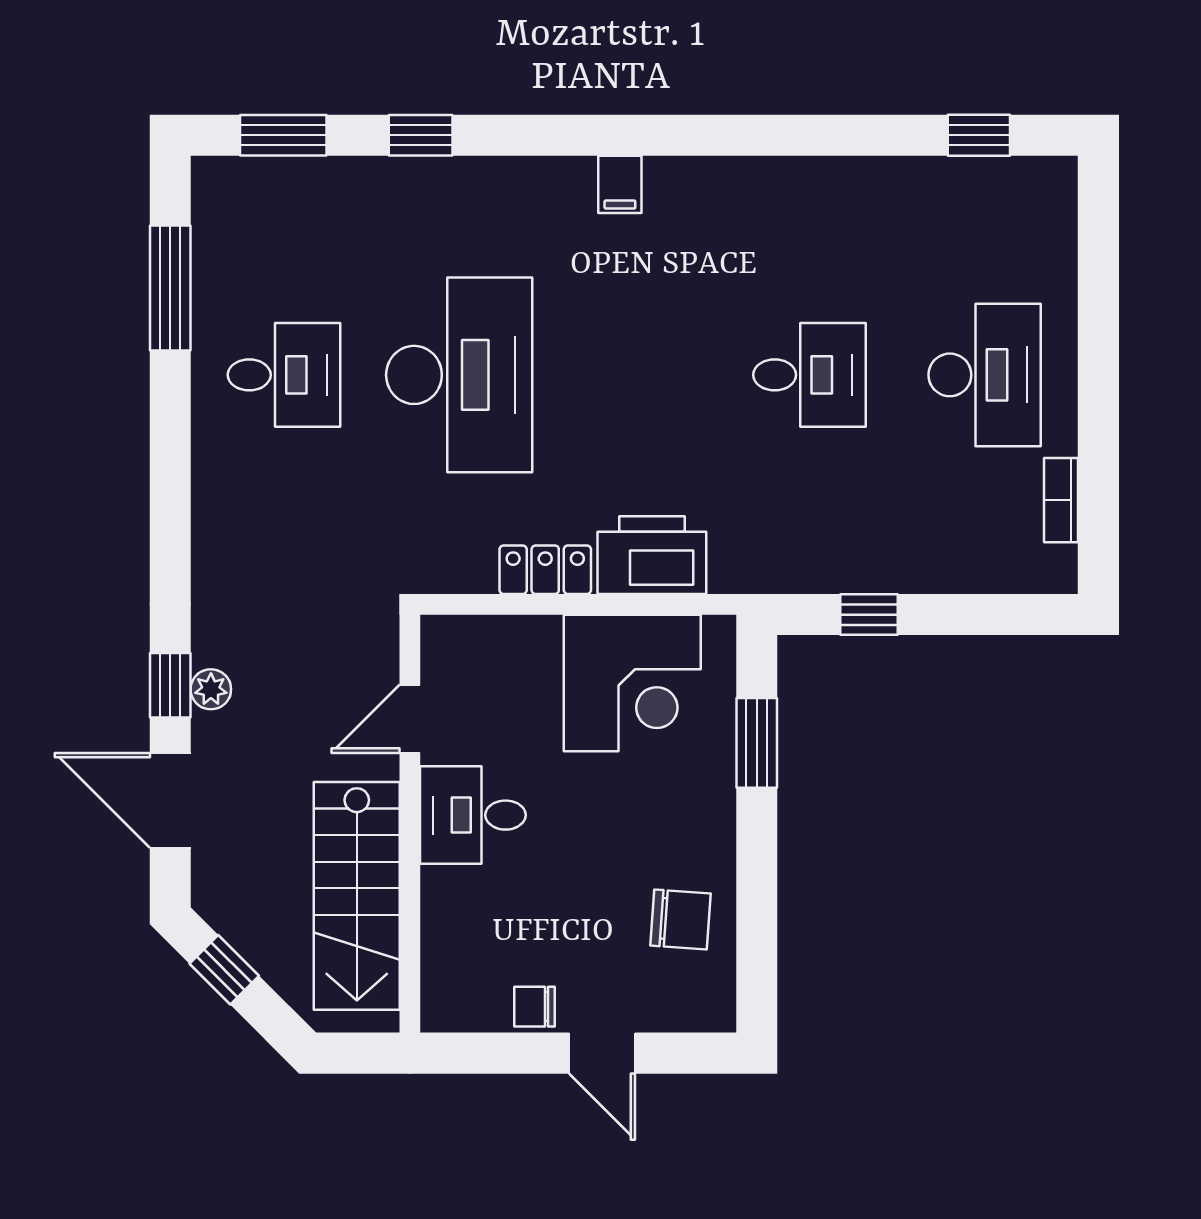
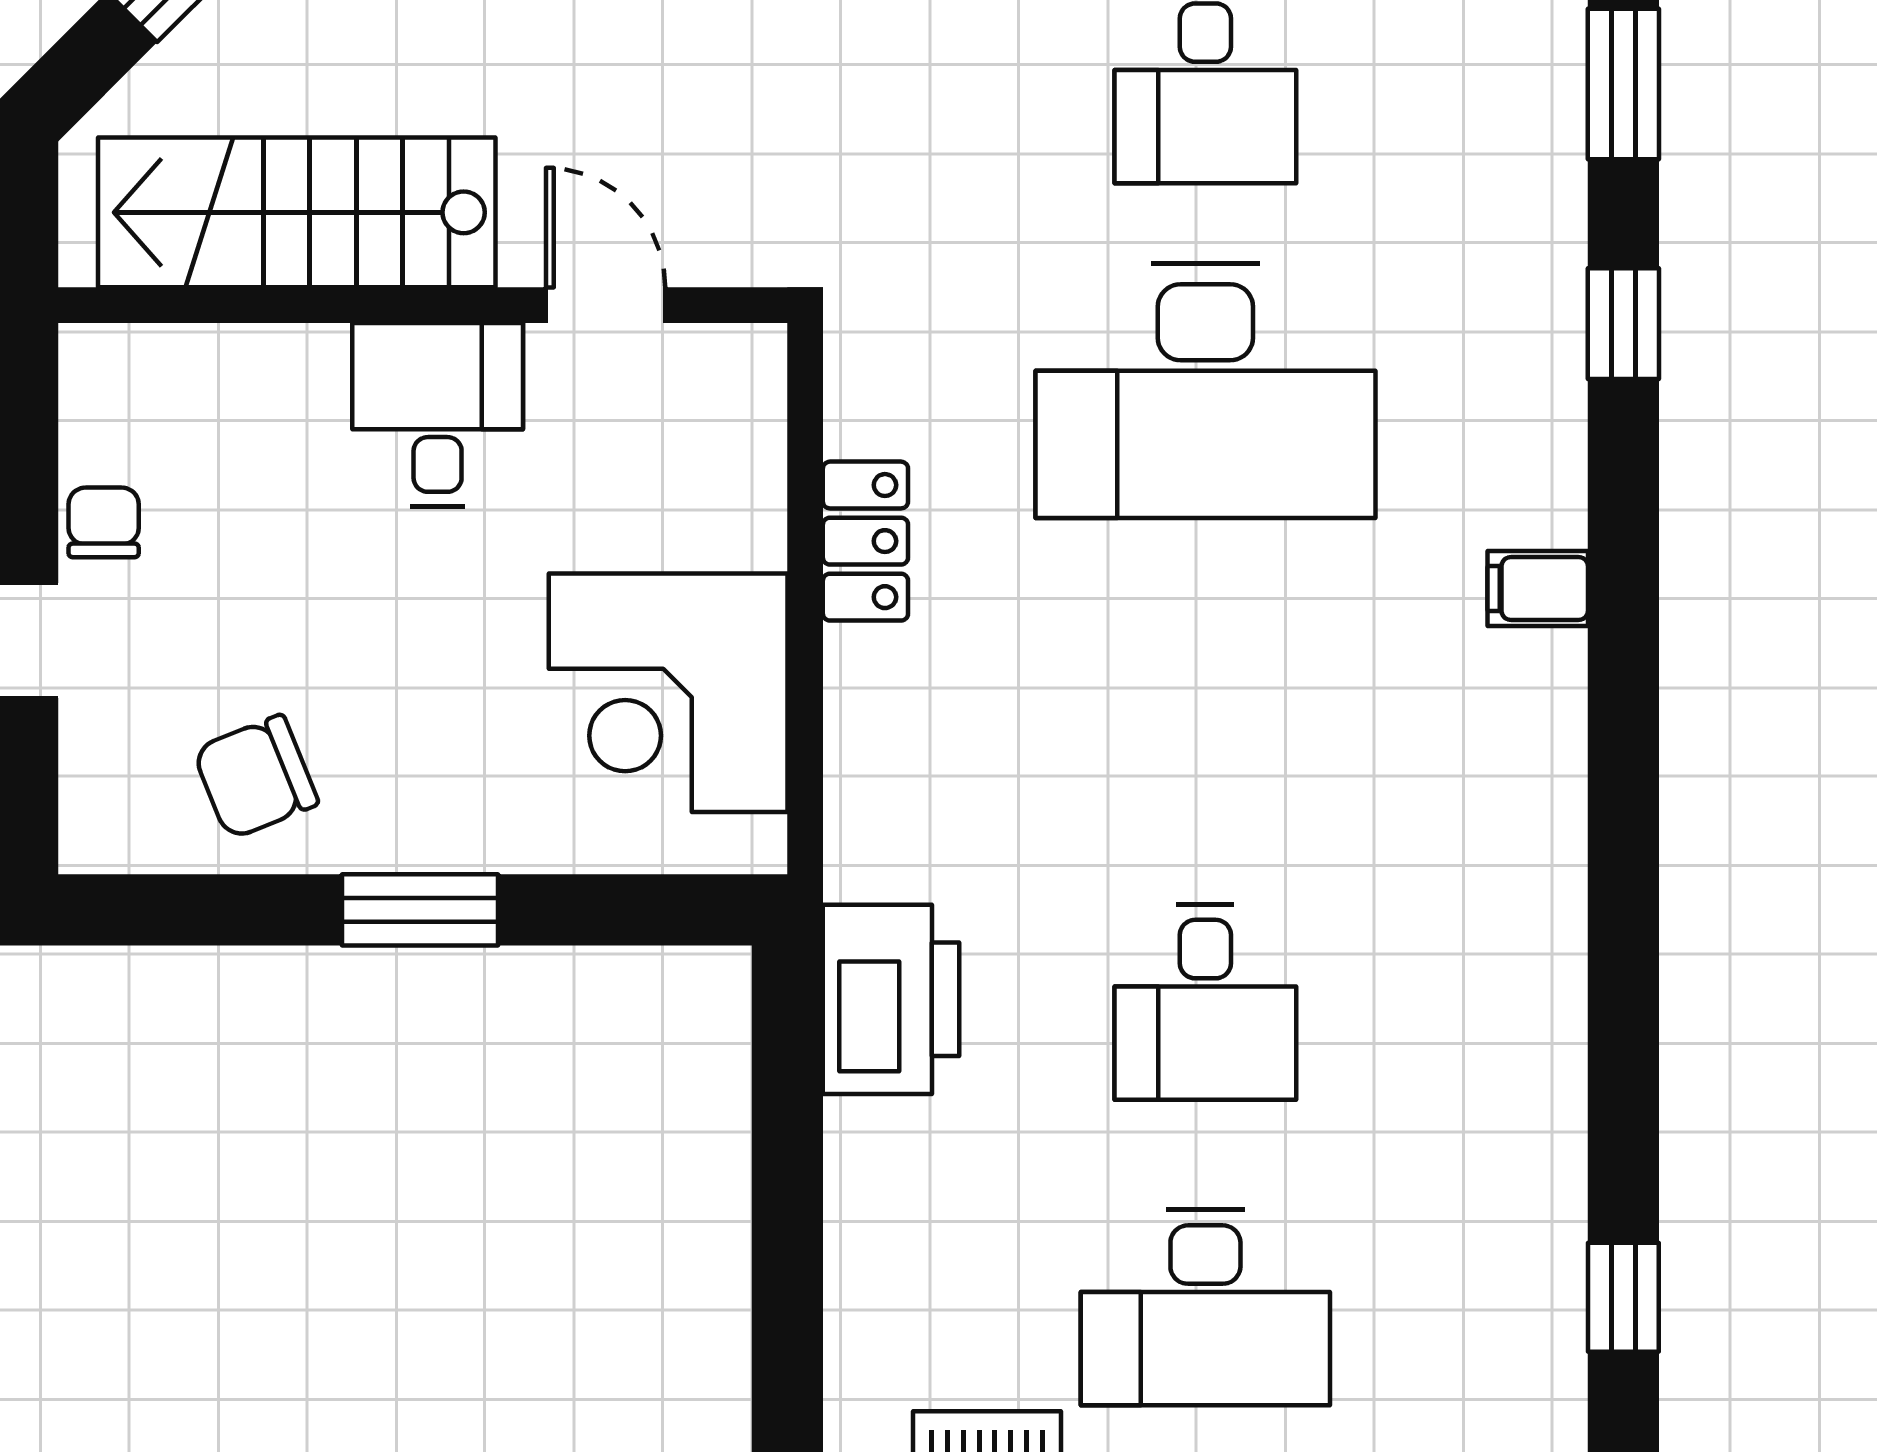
filing cabinet: (620, 184) -> (1538, 589), moved
printer: (652, 555) -> (891, 999), moved
window: (869, 615) -> (787, 1106), removed
window: (757, 743) -> (420, 910), moved
chair: (680, 919) -> (256, 777), turned 64

